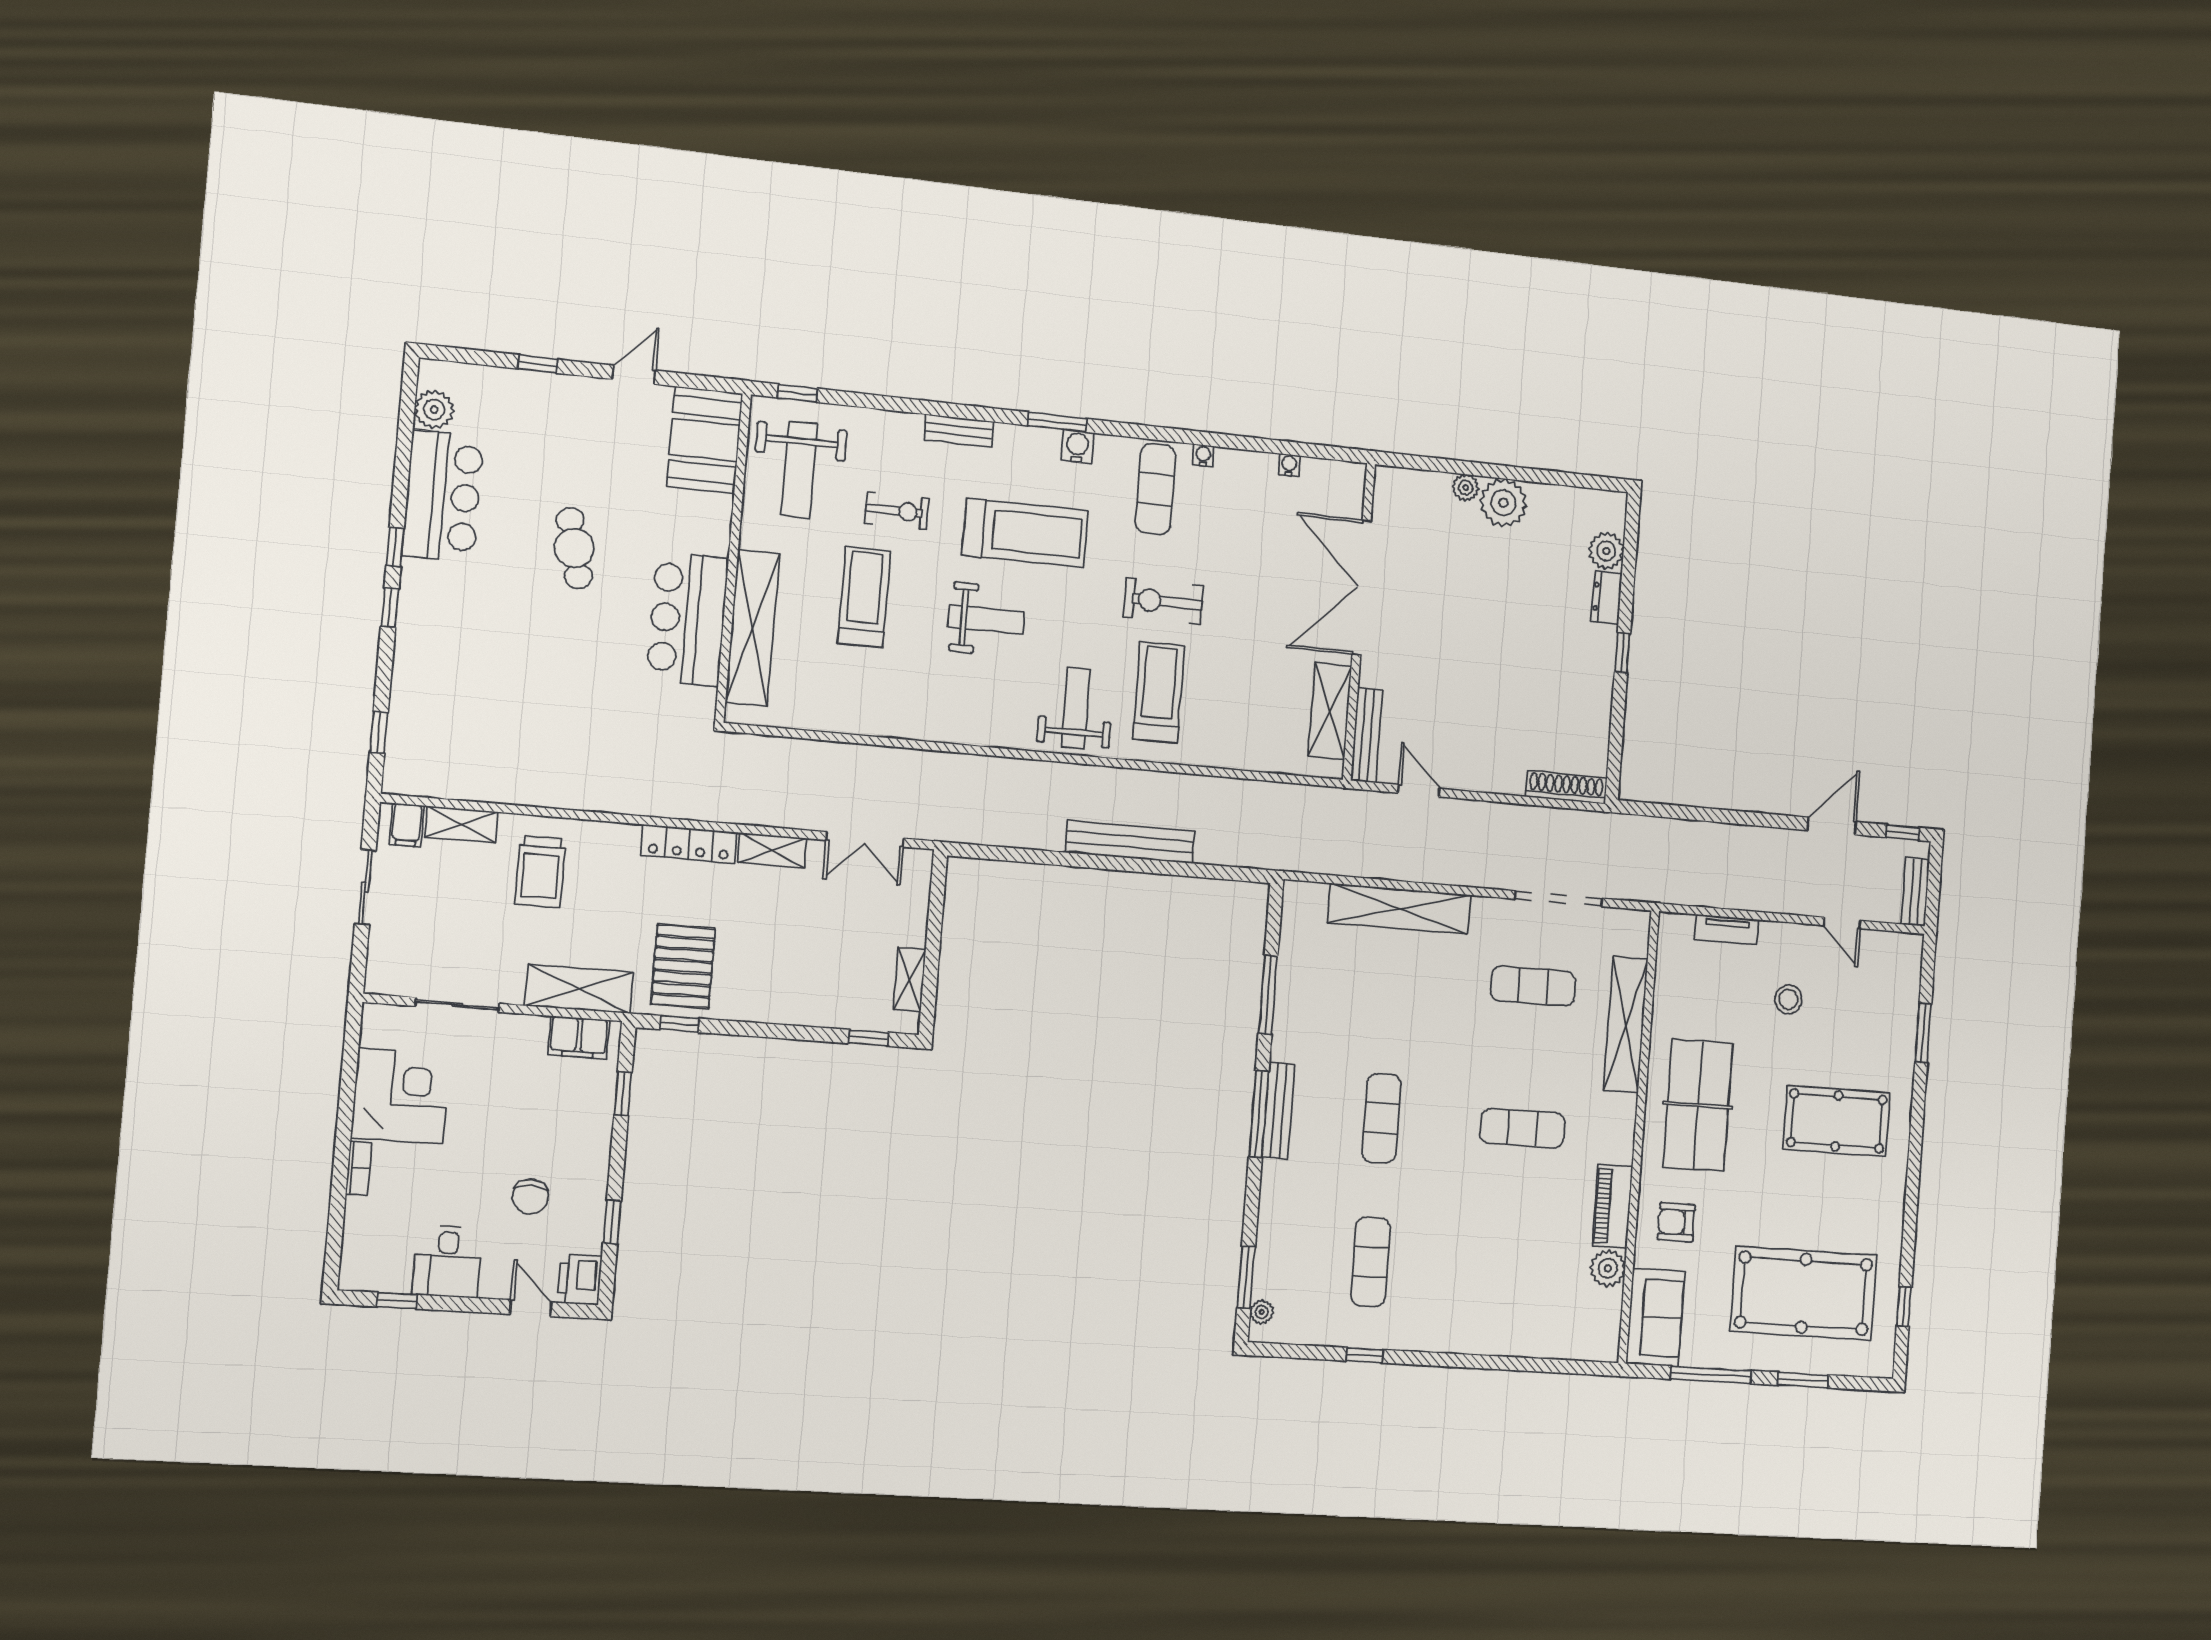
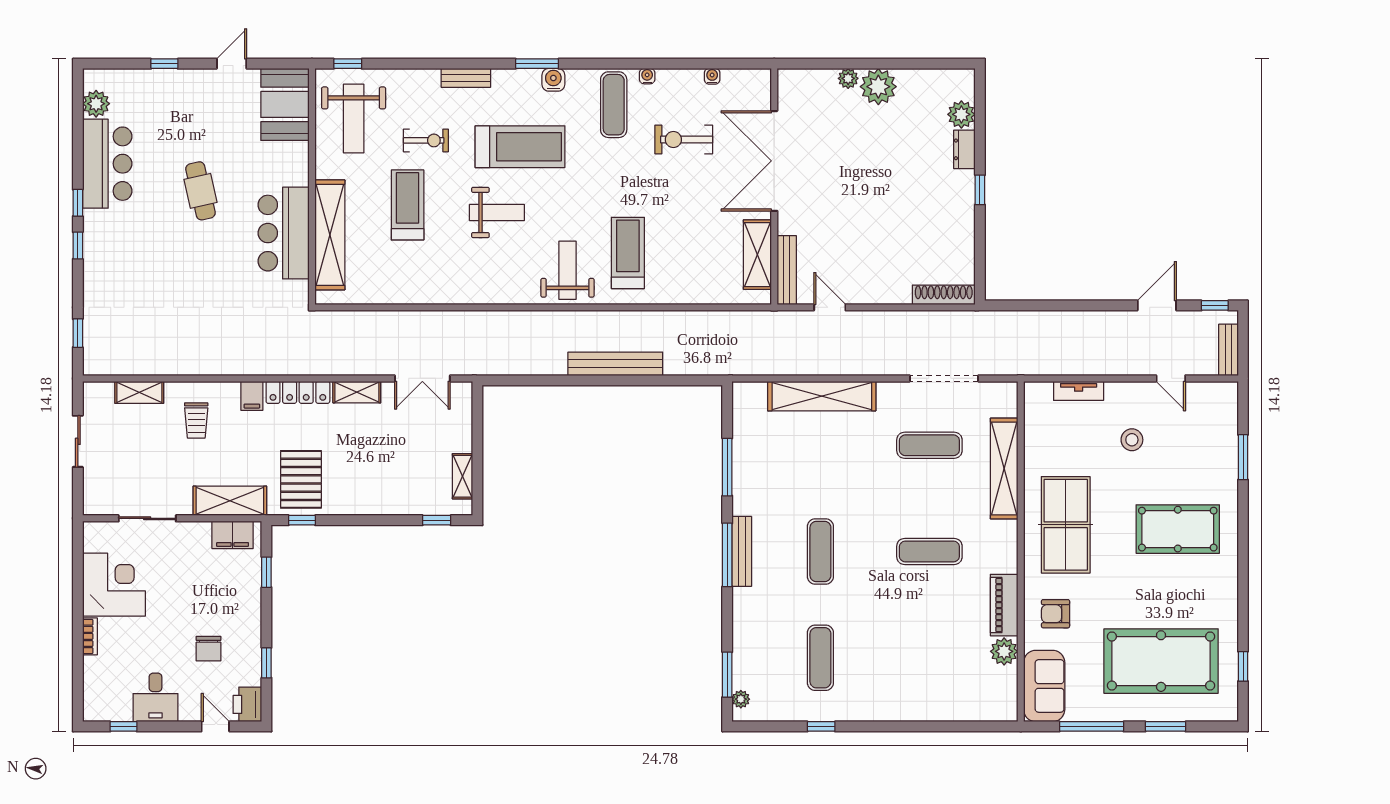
exercise bike: (1163, 601) -> (684, 140), moved
filing cabinet: (407, 825) -> (252, 396), moved
trolley: (540, 871) -> (196, 421), width x0.73, depth x0.72

